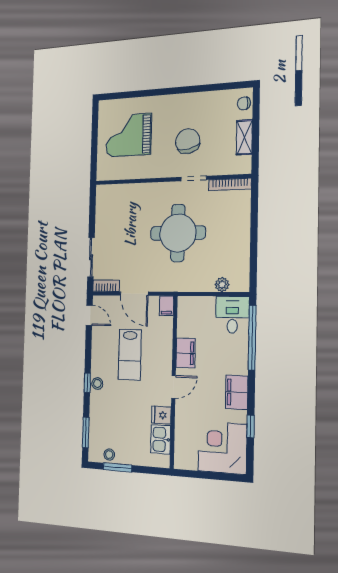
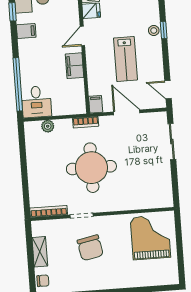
grand piano: (129, 135) -> (150, 237), moved, turned -90
bookcase: (106, 286) -> (86, 122), moved
lab bench: (130, 355) -> (125, 59), turned 180
filing cabinet: (237, 392) -> (26, 31), width x0.50

